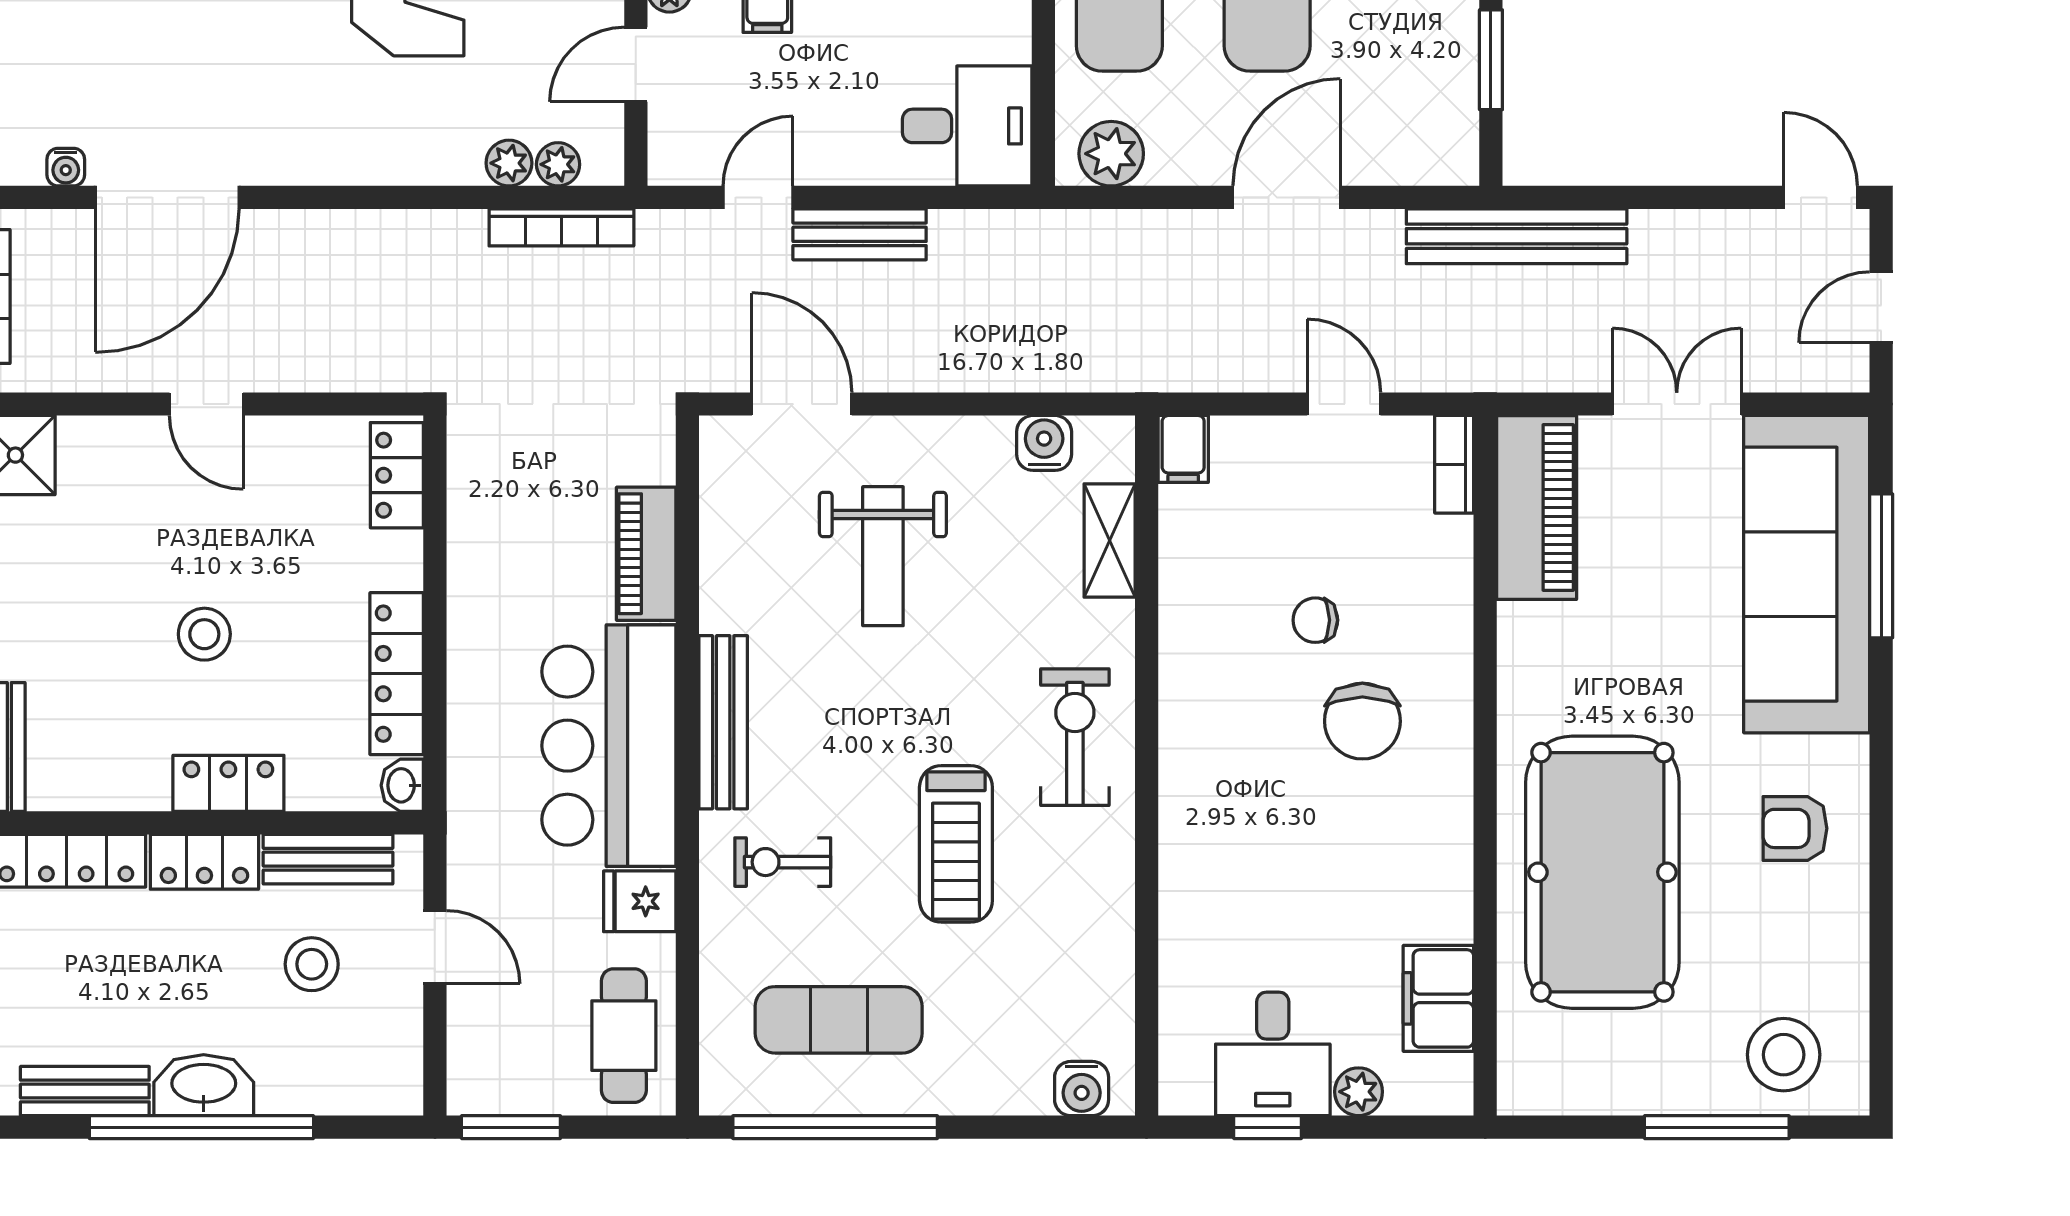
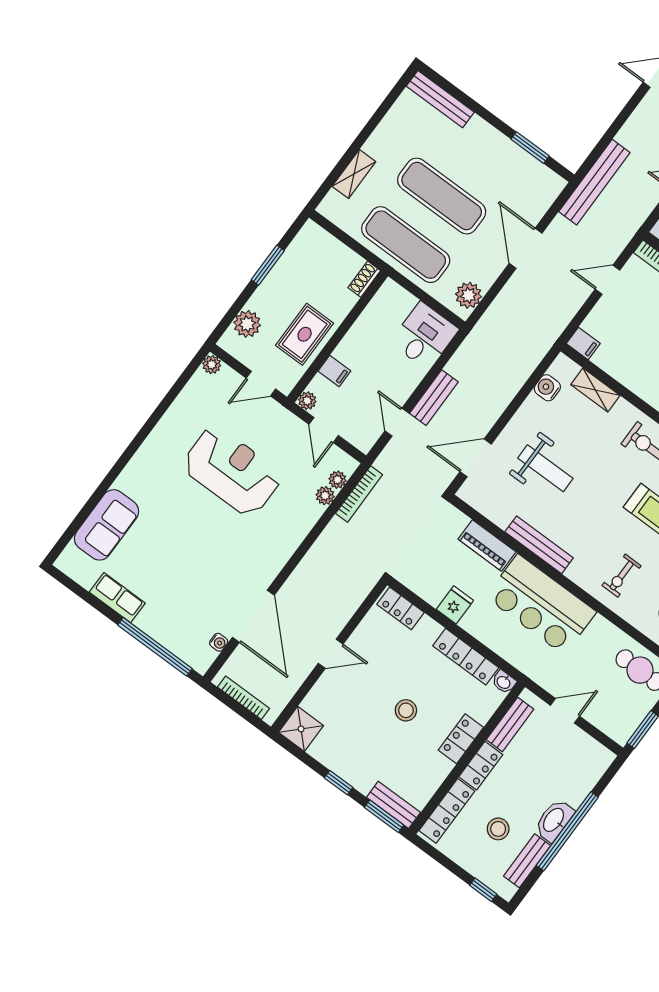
bench: (723, 722) -> (539, 545), moved
fridge: (640, 901) -> (455, 605), moved, turned 180
stool: (312, 964) -> (498, 829), moved

